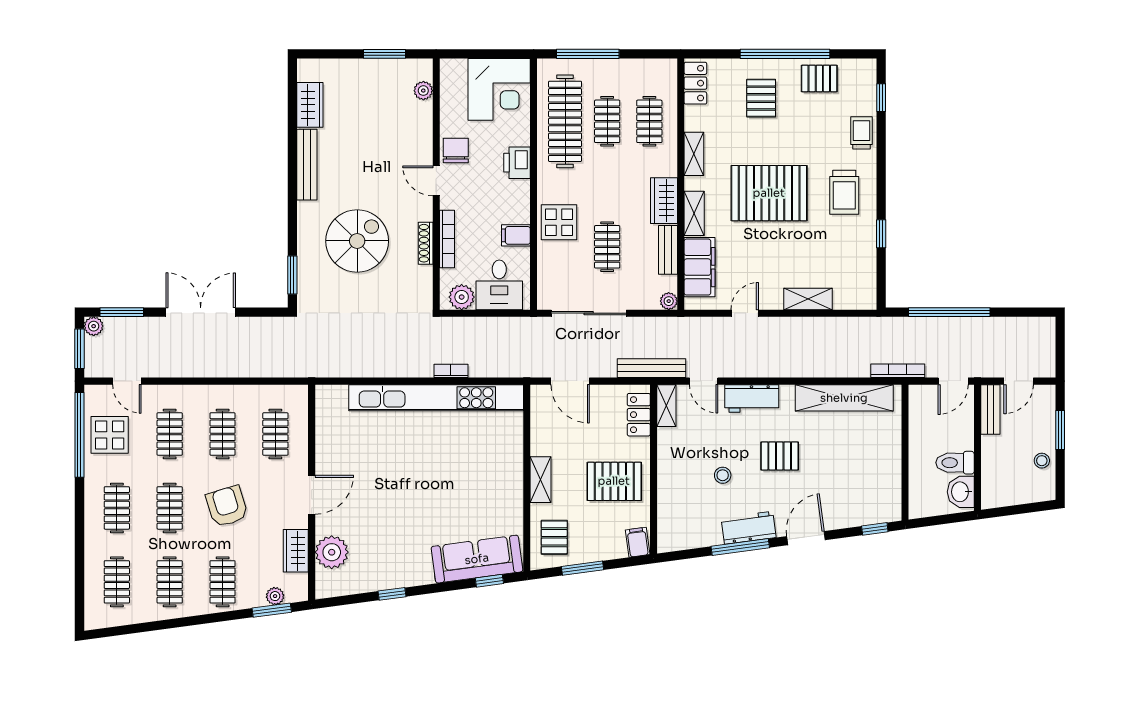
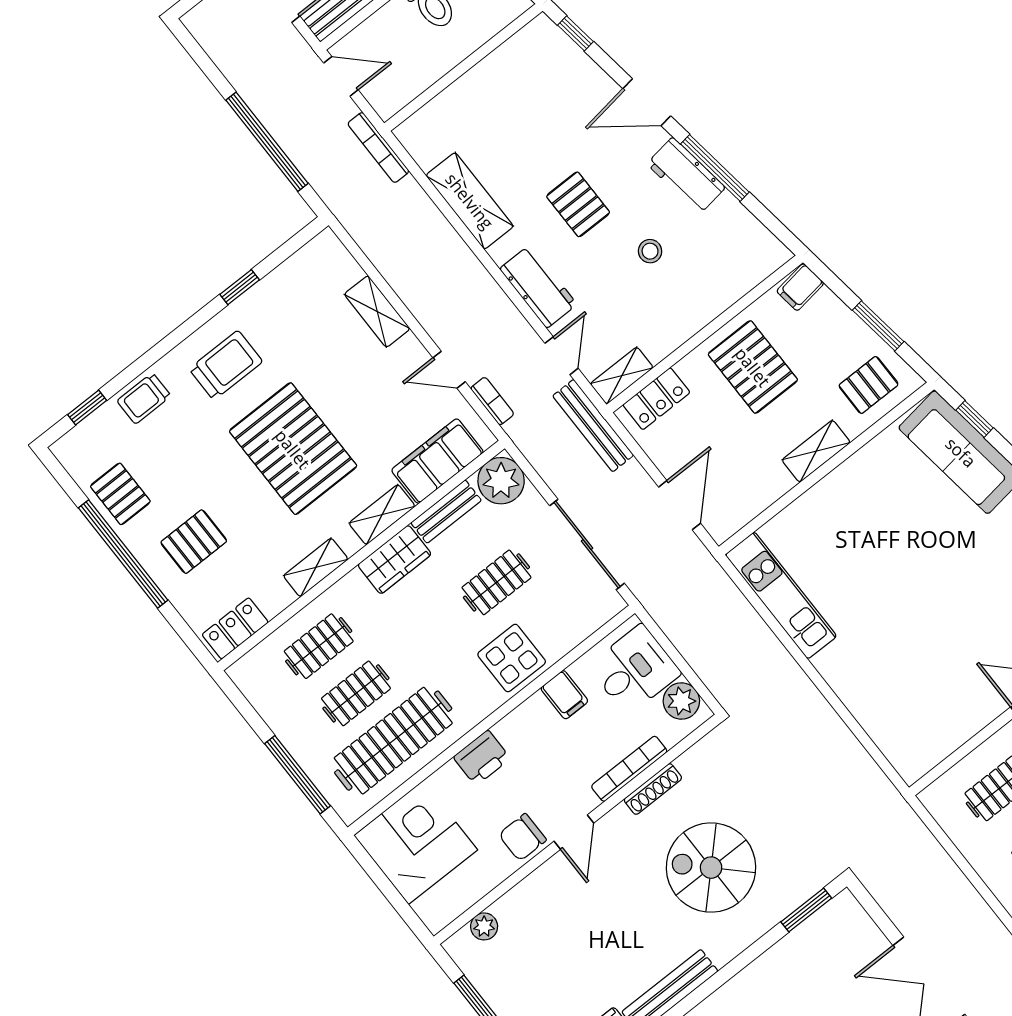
plant: (669, 301) -> (501, 481), width x1.88, depth x1.88
bookcase: (451, 371) -> (492, 401), moved, turned 180
kitchen unit: (436, 398) -> (781, 595), width x0.54
shelving: (844, 398) -> (470, 201), width x0.68

